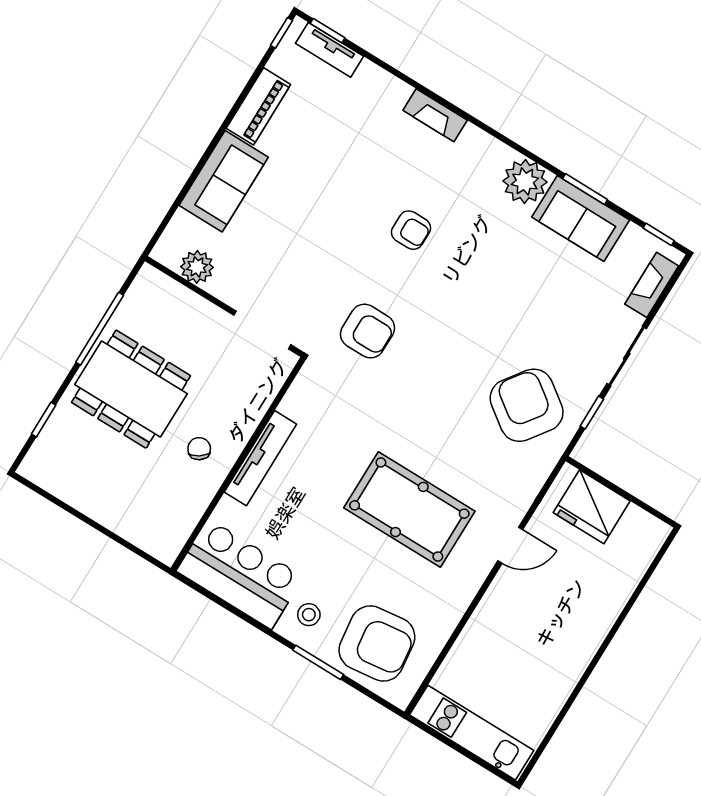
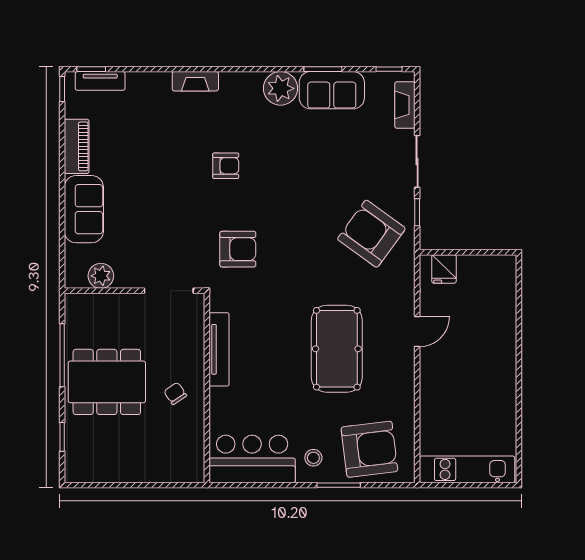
tv unit: (260, 458) -> (219, 349), moved
fridge: (592, 507) -> (444, 269), width x0.53, depth x0.75
pool table: (409, 509) -> (337, 349), turned 90

